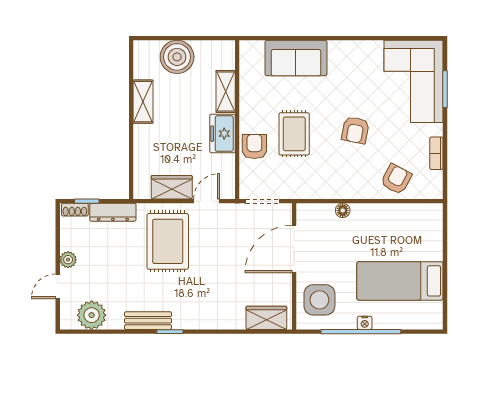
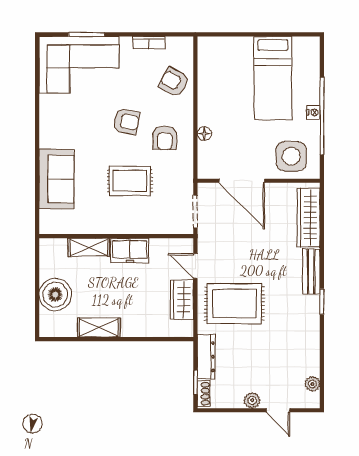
armchair: (254, 146) -> (165, 138), moved, turned -90
plant: (92, 315) -> (312, 384), width x0.53, depth x0.53
wardrobe: (266, 318) -> (309, 218), width x1.50
bench: (148, 321) -> (311, 271), moved

